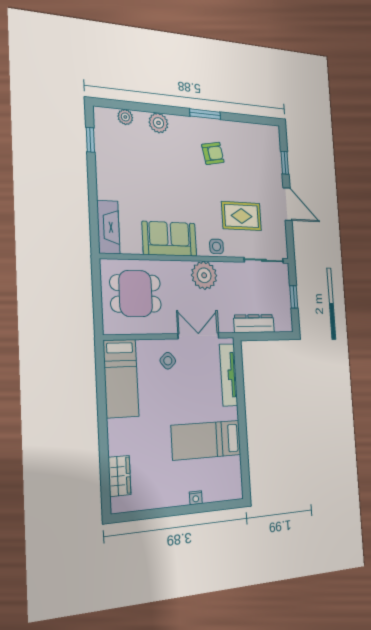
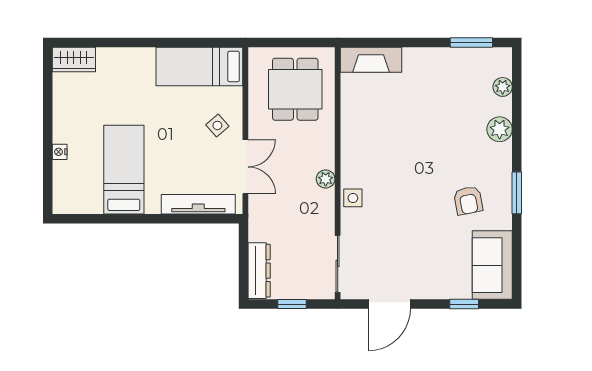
window: (90, 140) -> (471, 42), width x1.50
door: (288, 204) -> (389, 304), moved
rug: (241, 216) -> (392, 235), removed
sofa: (169, 239) -> (492, 265), moved, turned 180
plant: (204, 275) -> (326, 179), width x0.53, depth x0.53
dresser: (254, 324) -> (259, 271), moved
wardrobe: (119, 476) -> (74, 59), moved

